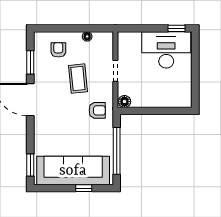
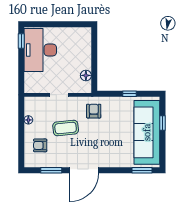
floor lamp: (124, 102) -> (86, 75), moved
window: (117, 151) -> (130, 94), width x0.32

